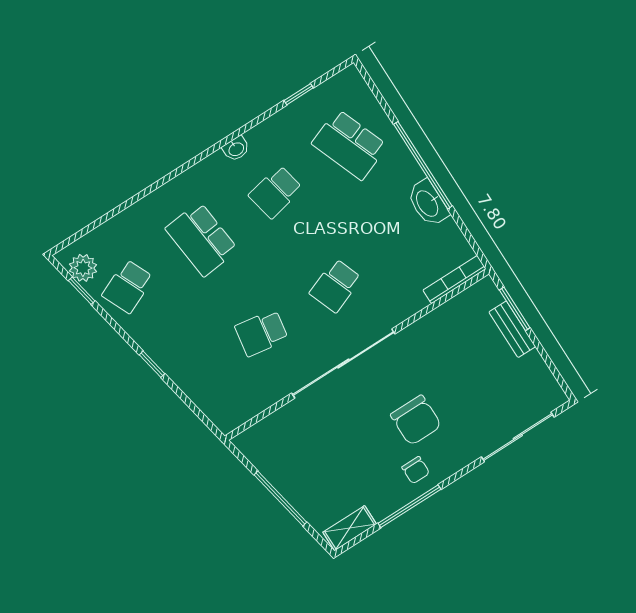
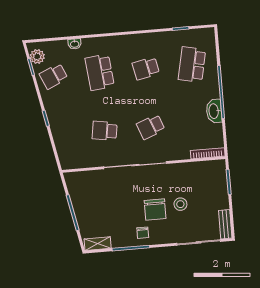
school desk: (349, 145) -> (192, 65), turned 33
washbasin: (236, 149) -> (75, 44), moved
bench: (512, 329) -> (225, 224), moved
stool: (454, 389) -> (180, 204), added

